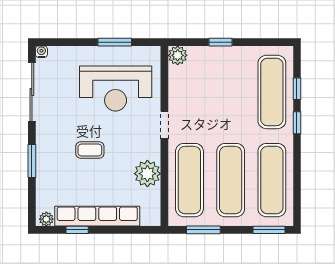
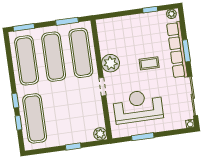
plant: (147, 174) -> (111, 63), moved
row of seats: (97, 216) -> (177, 50), moved, turned 90

